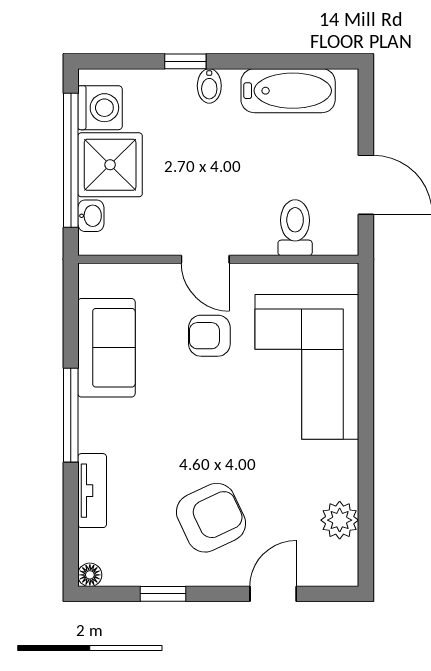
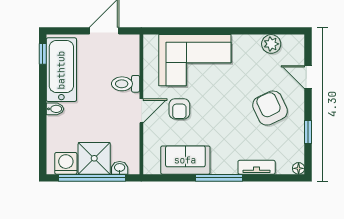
window: (185, 61) -> (43, 54), moved
bathtub: (288, 91) -> (61, 70), width x1.36, depth x1.36
toilet: (295, 228) -> (126, 84), moved

